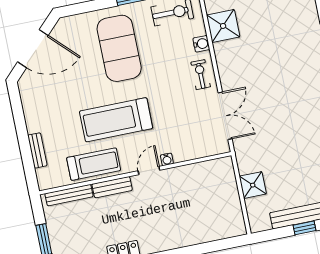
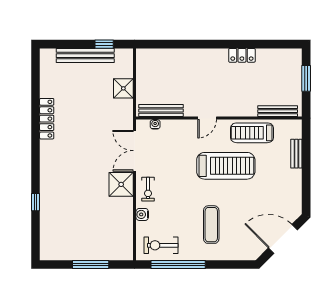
shower: (223, 26) -> (121, 184), moved
exercise mat: (119, 48) -> (211, 225), width x0.50, depth x0.69
water cooler: (167, 159) -> (155, 124), moved
bench: (112, 187) -> (161, 111), moved, width x1.36
window: (304, 228) -> (104, 44), moved

